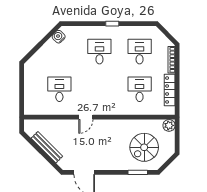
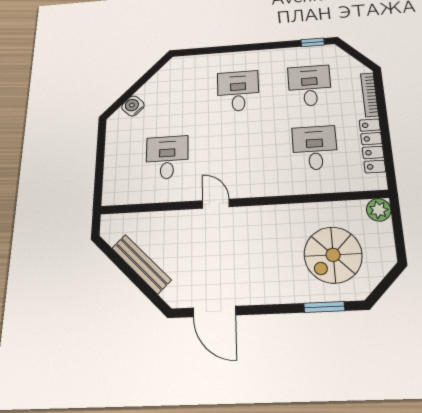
window: (112, 24) -> (313, 42), moved
water cooler: (59, 37) -> (133, 106), moved
door: (86, 117) -> (216, 204), swing flipped

